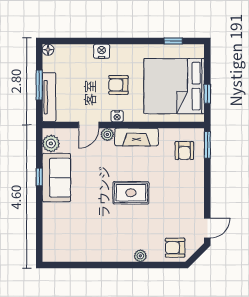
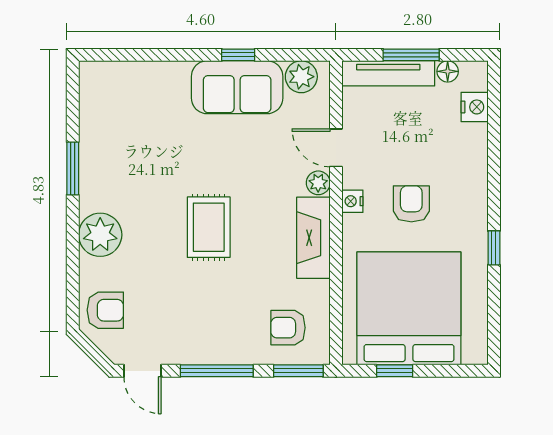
window: (173, 41) -> (494, 248), moved
floor lamp: (48, 50) -> (448, 71), moved
nightstand: (102, 51) -> (475, 107), moved
window: (207, 188) -> (217, 371), added
armchair: (175, 248) -> (105, 310), turned 90
plant: (140, 256) -> (100, 235), width x1.88, depth x1.88
window: (100, 265) -> (73, 168), added

